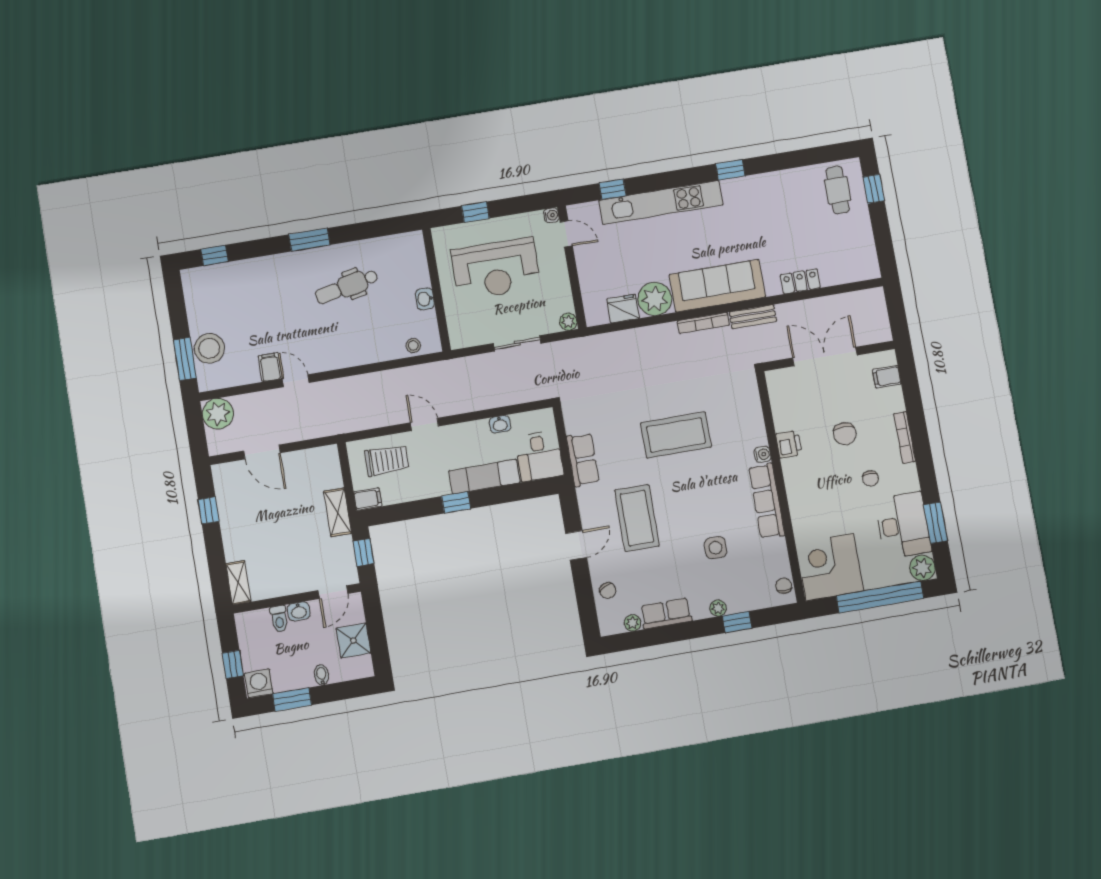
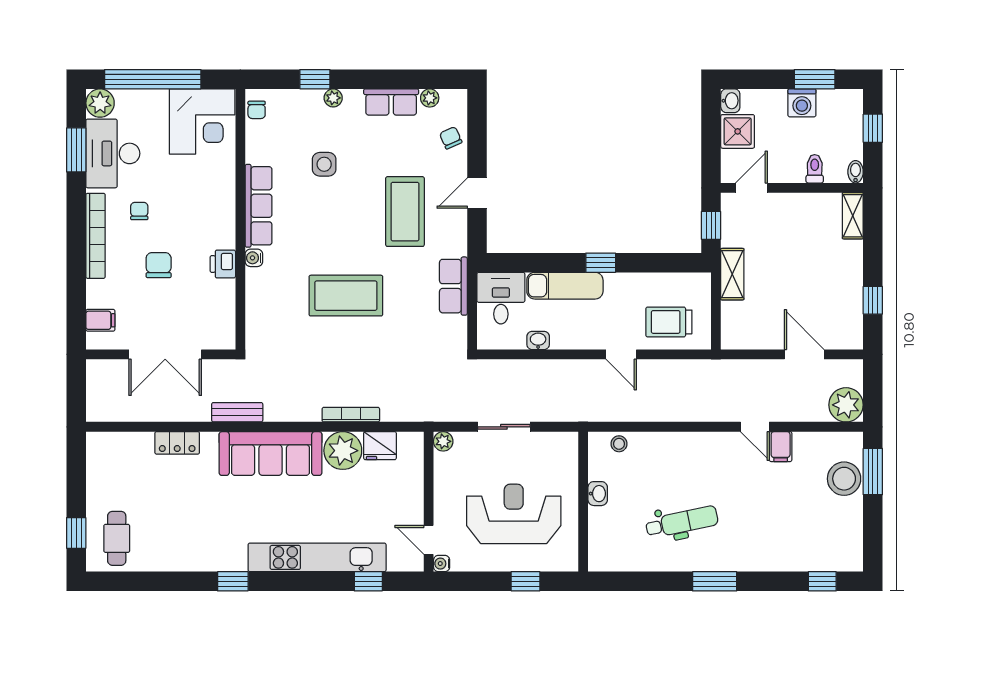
bookcase: (703, 323) -> (351, 415), moved
bookcase: (904, 438) -> (96, 236), width x1.48, depth x1.31
filing cabinet: (368, 499) -> (697, 283), removed
washbasin: (299, 611) -> (730, 101), moved, turned 90
bidet: (321, 675) -> (856, 172), moved, turned 180
washing machine: (259, 683) -> (802, 103), moved

